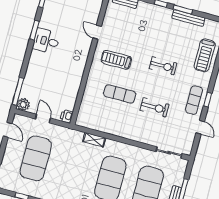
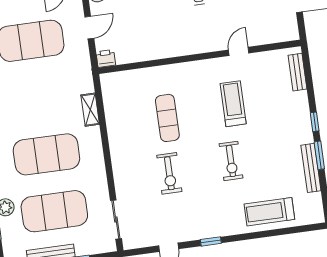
treadmill: (116, 60) -> (233, 104), moved
exercise mat: (194, 100) -> (202, 223), removed

